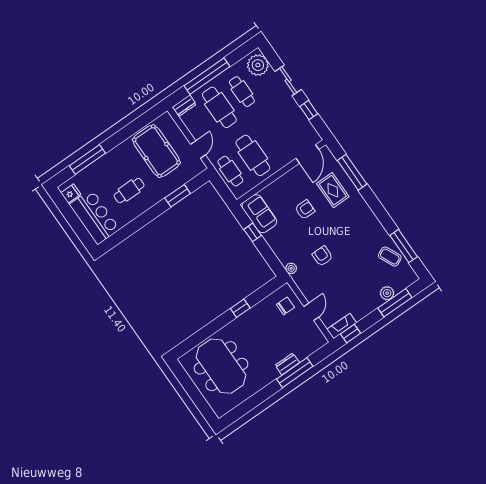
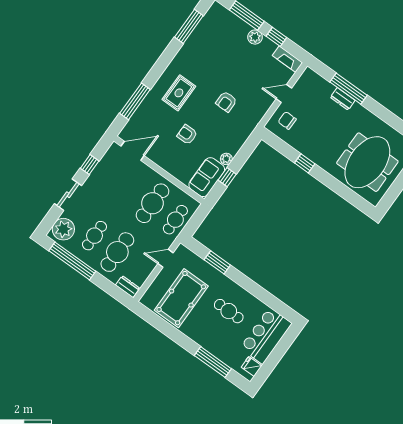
window: (207, 76) -> (72, 261), moved
rug: (333, 190) -> (179, 93), moved
coffee table: (390, 257) -> (204, 36), removed
plant: (291, 268) -> (226, 159), moved
plant: (387, 293) -> (255, 37), moved
window: (351, 334) -> (276, 37), moved

